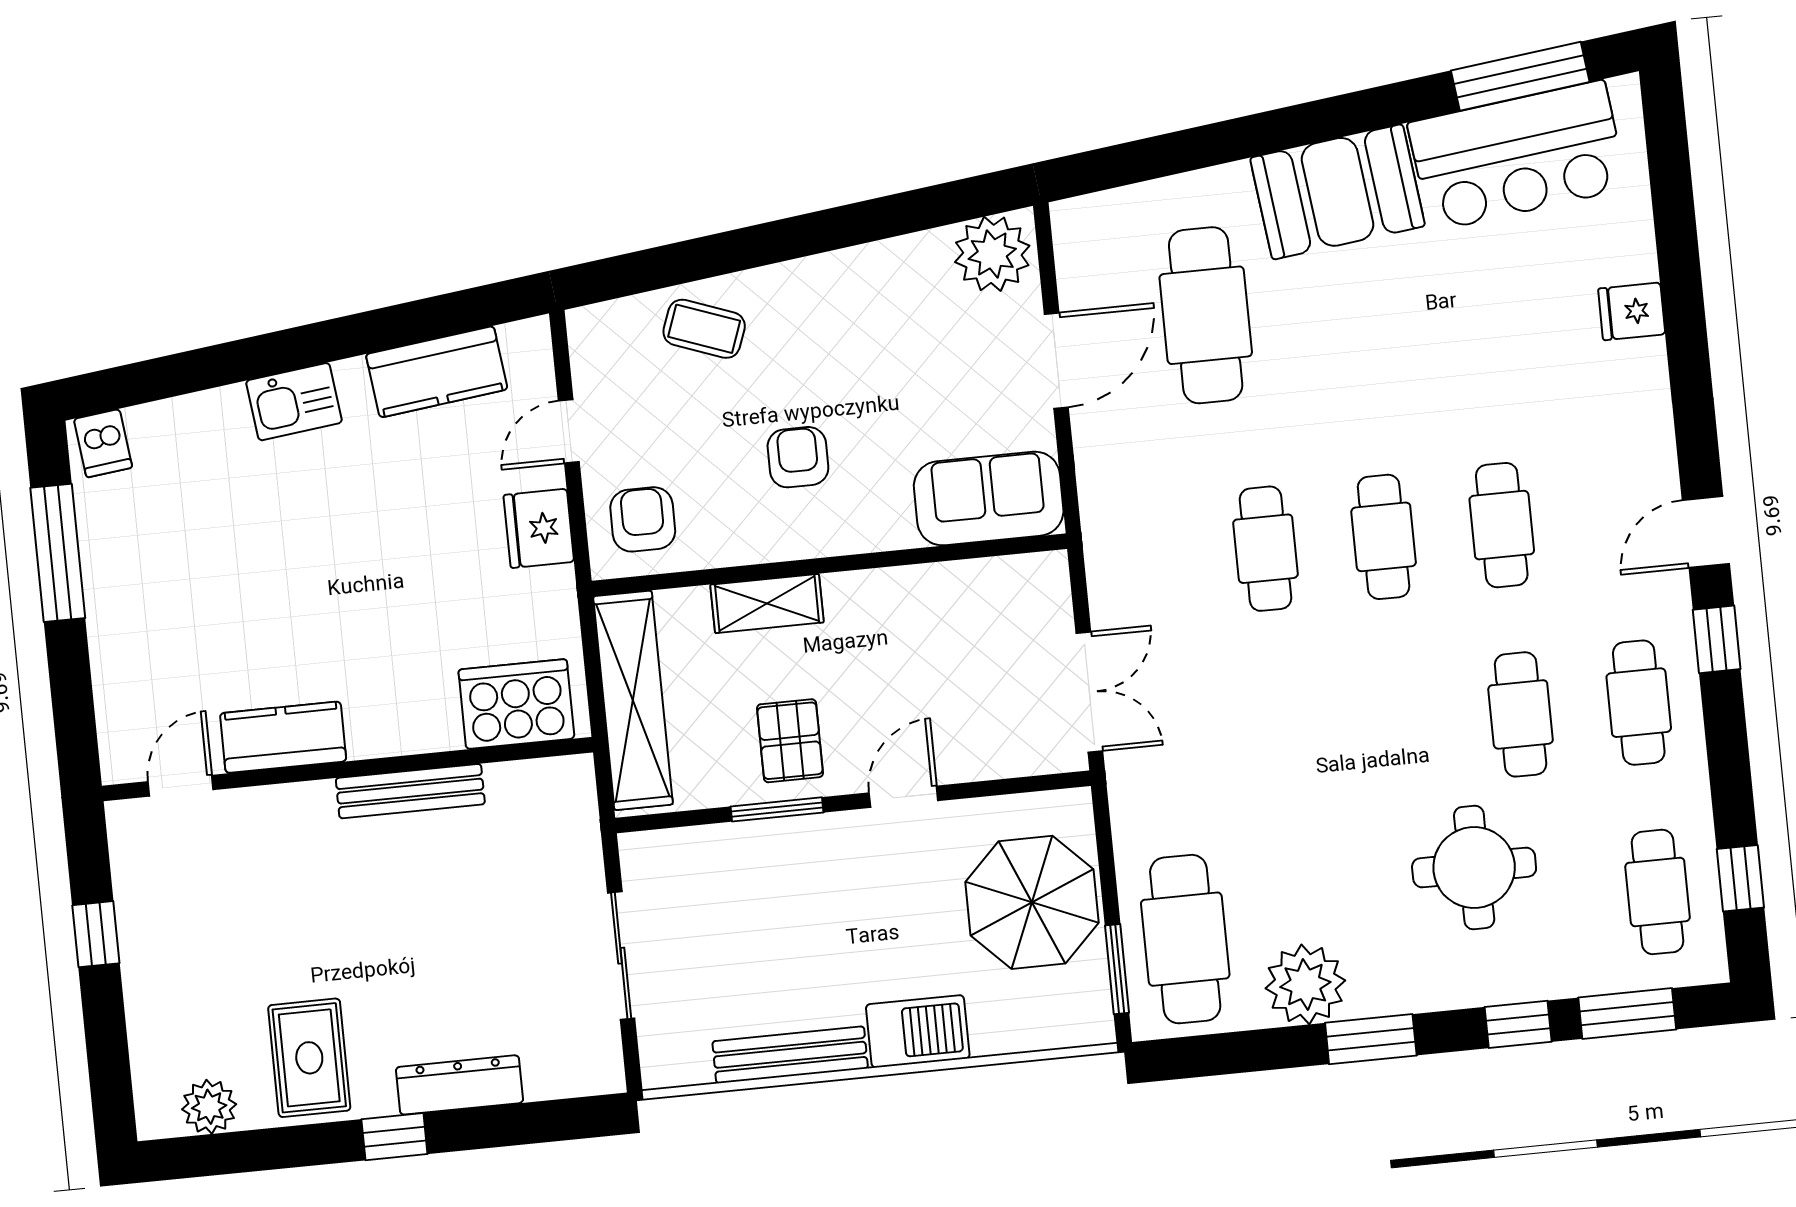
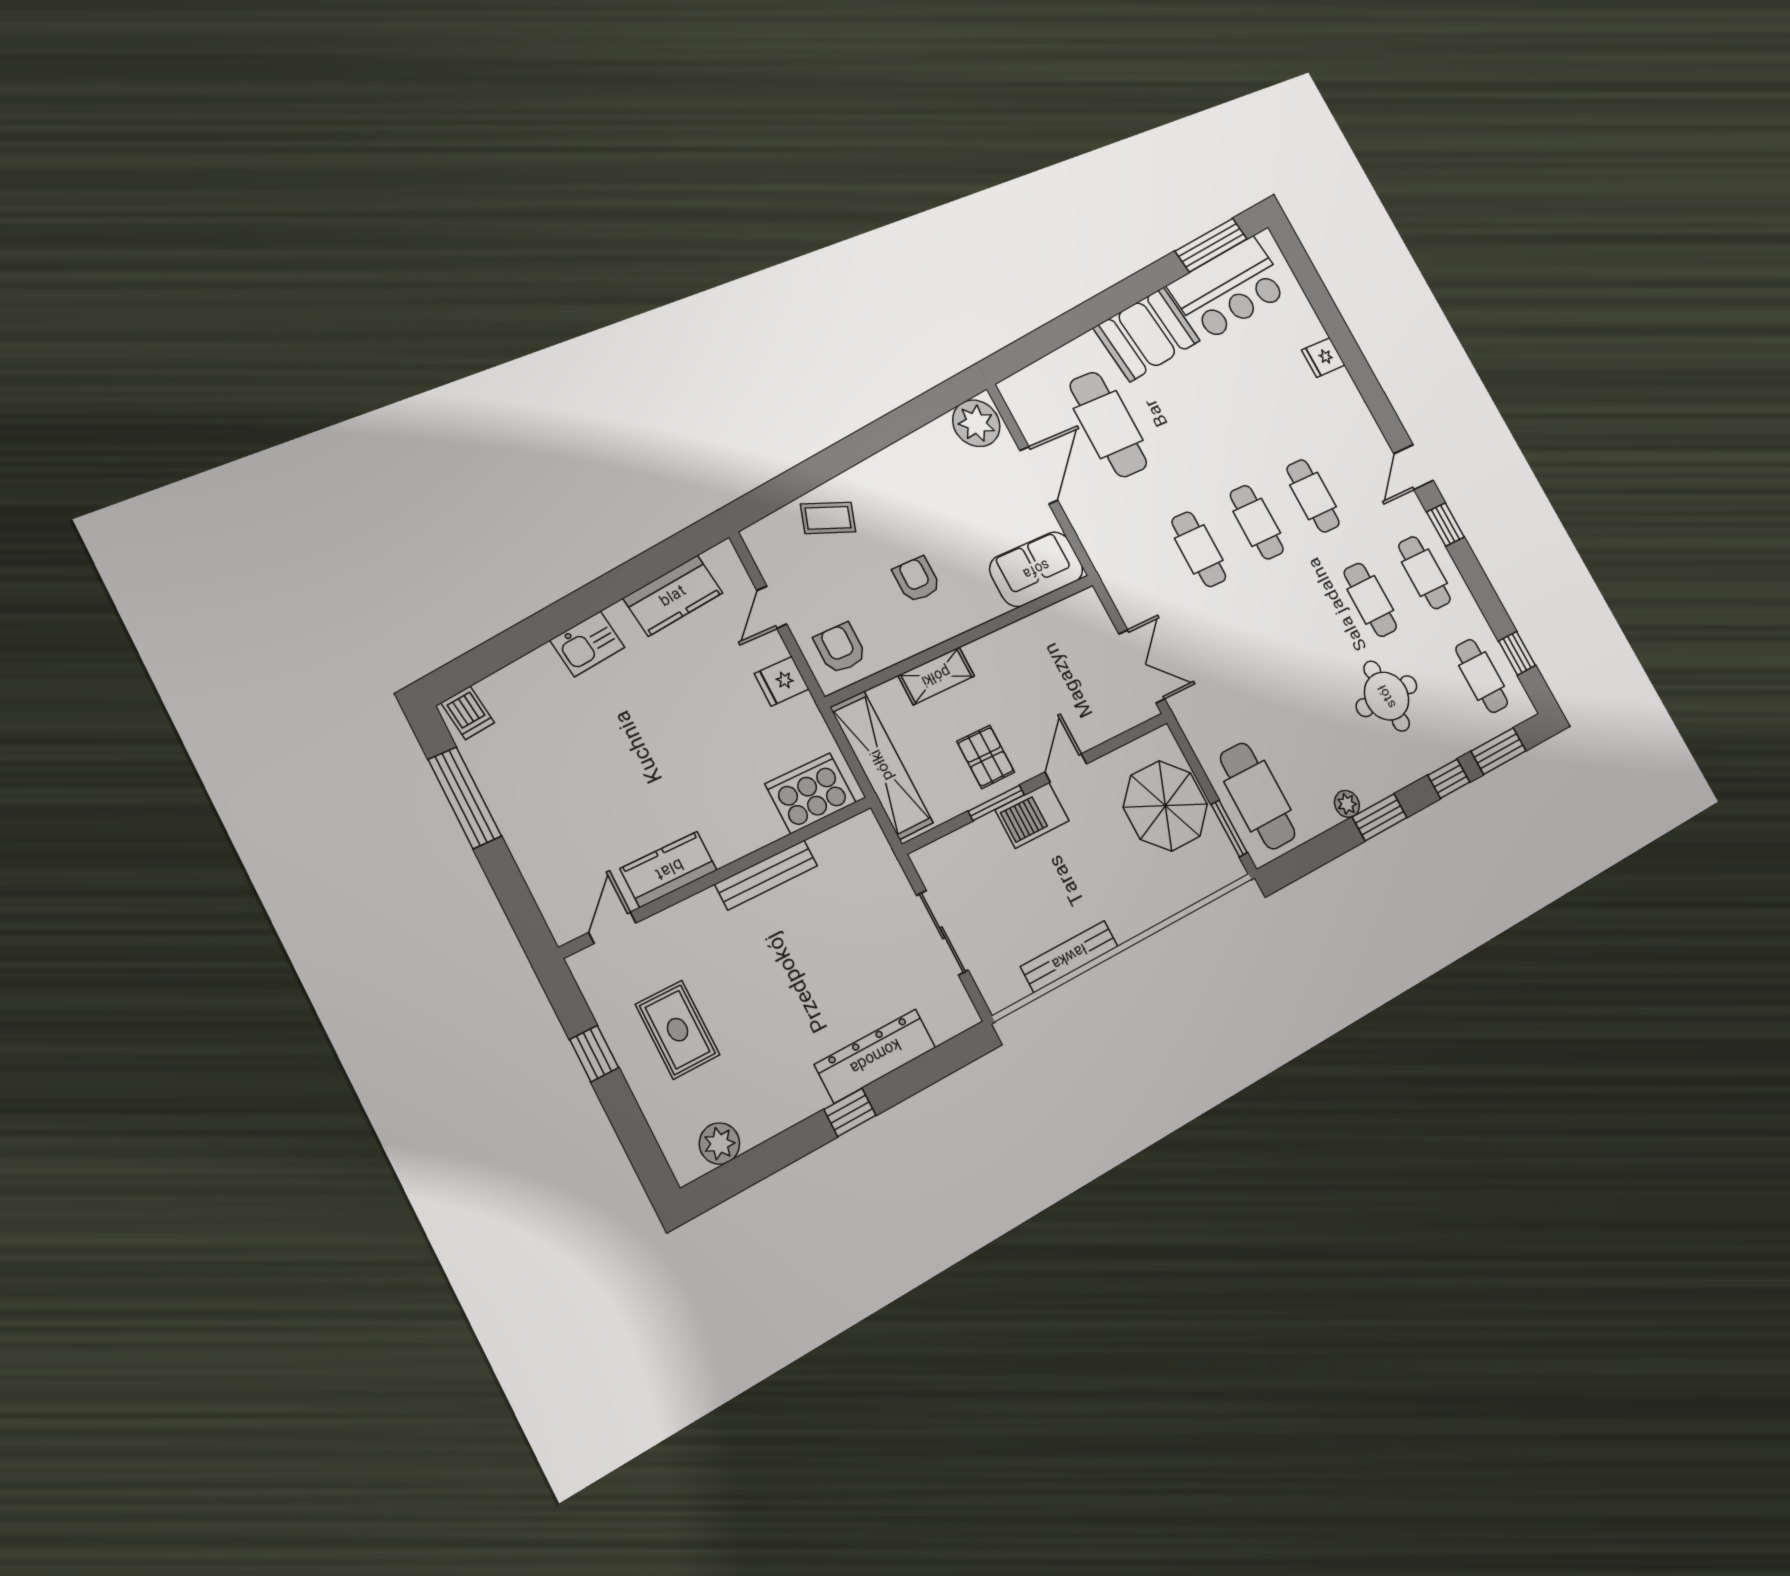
fridge: (539, 528) -> (782, 681), width x0.72
plant: (1305, 984) -> (1347, 804), width x0.53, depth x0.53
barbecue: (918, 1031) -> (1032, 815), moved, turned 180
rug: (309, 1058) -> (678, 1030), moved
dresser: (459, 1085) -> (875, 1056), width x1.37, depth x1.24

